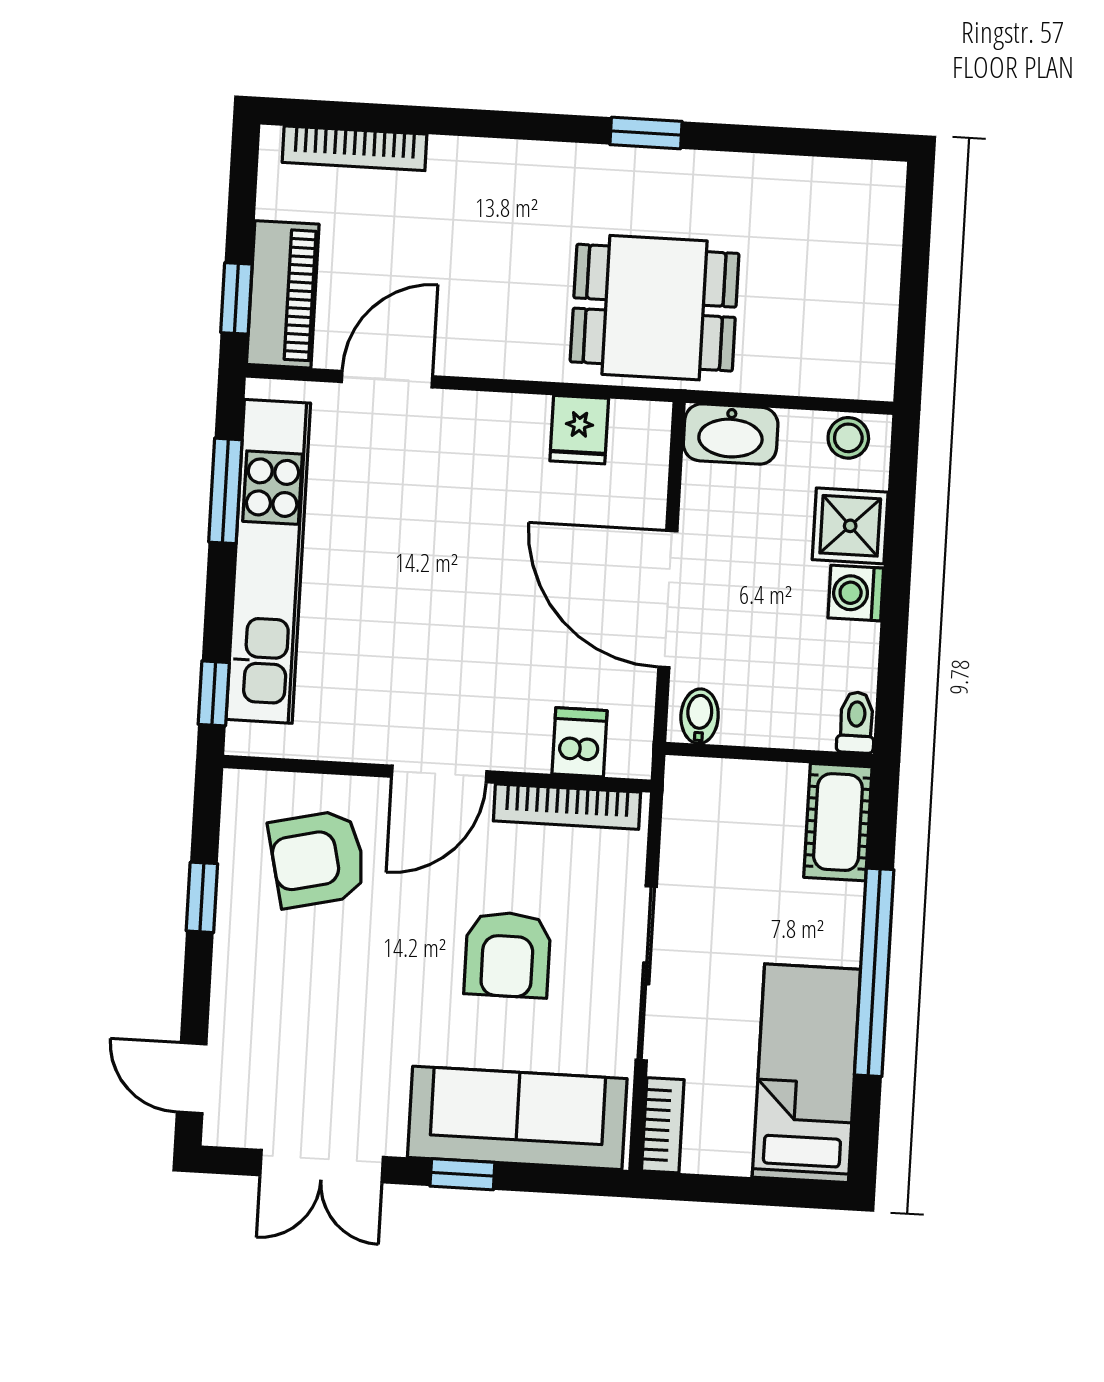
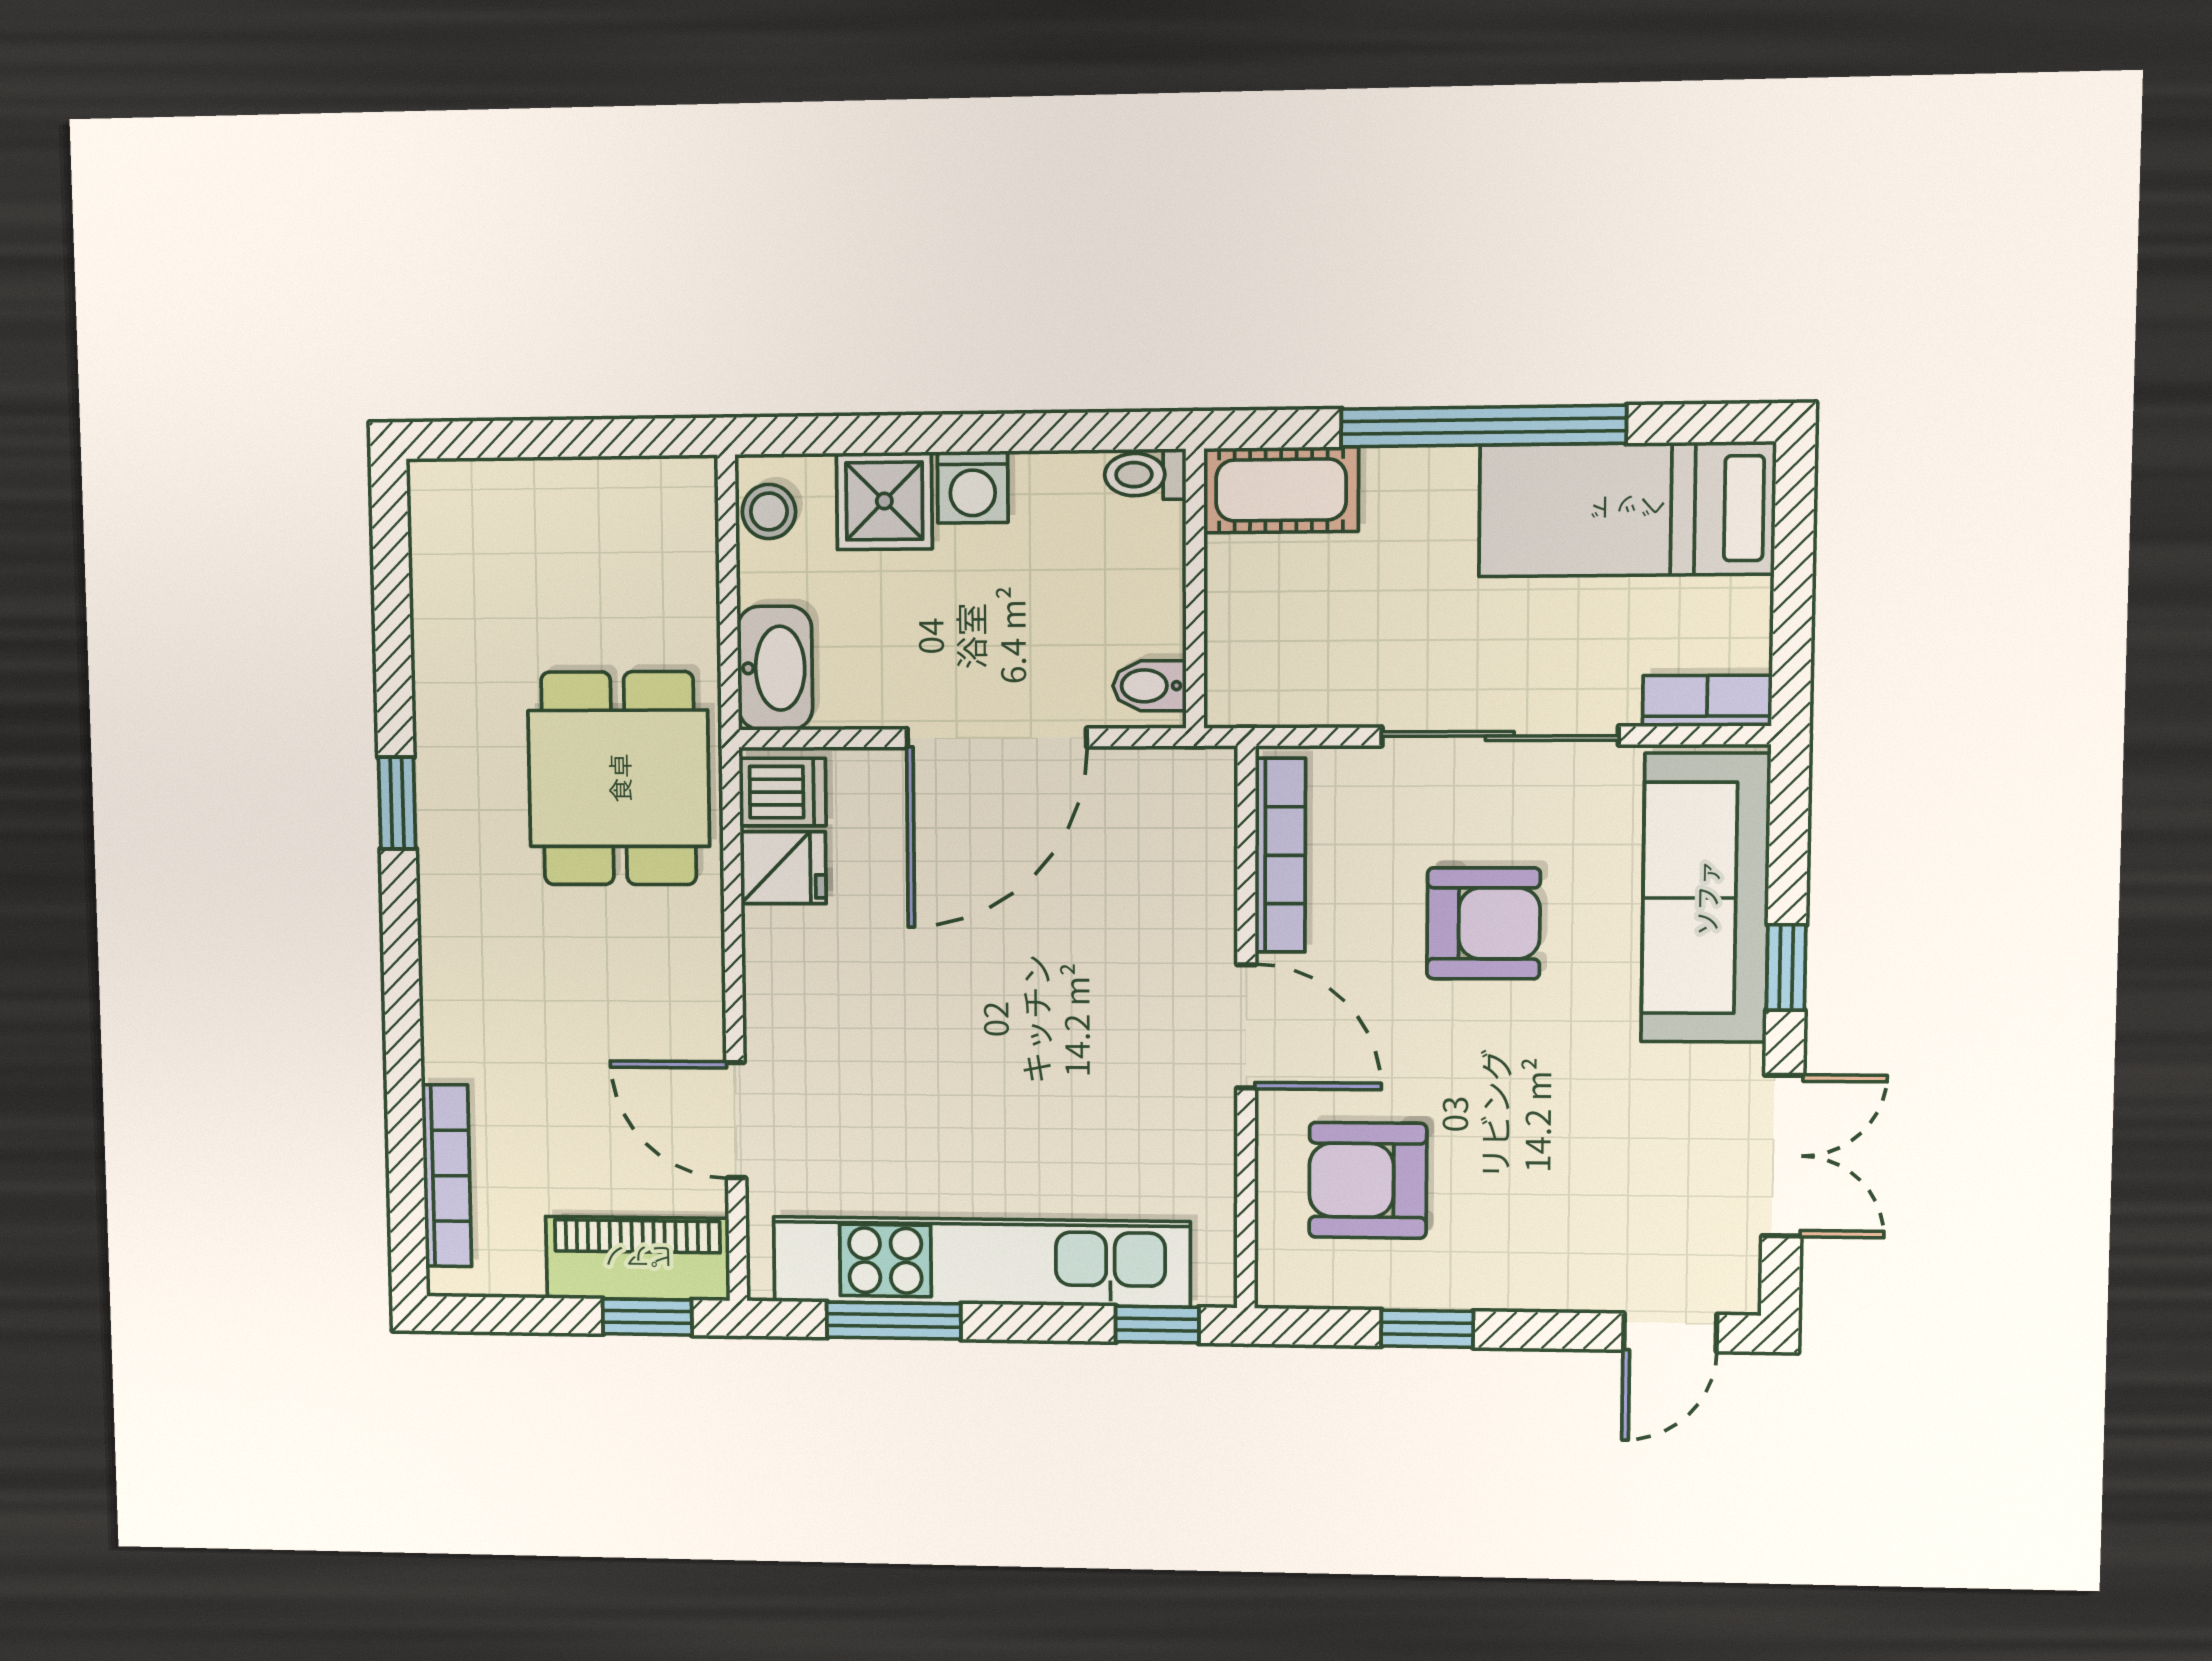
dishwasher: (580, 742) -> (783, 792), moved, turned 180
armchair: (318, 859) -> (1368, 1180), turned 103

